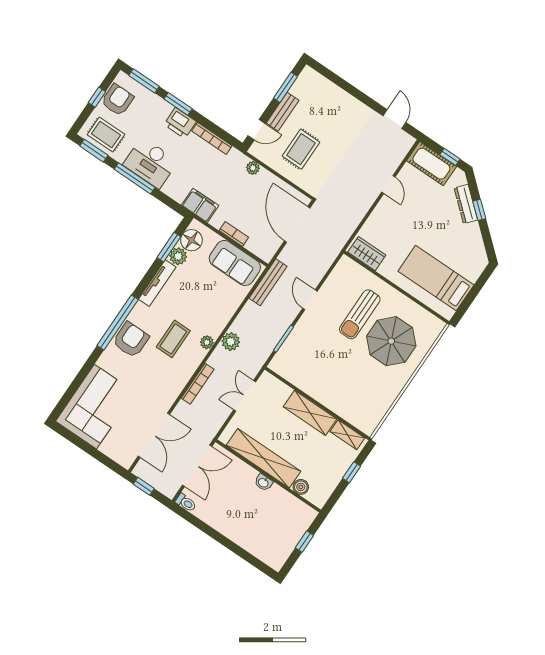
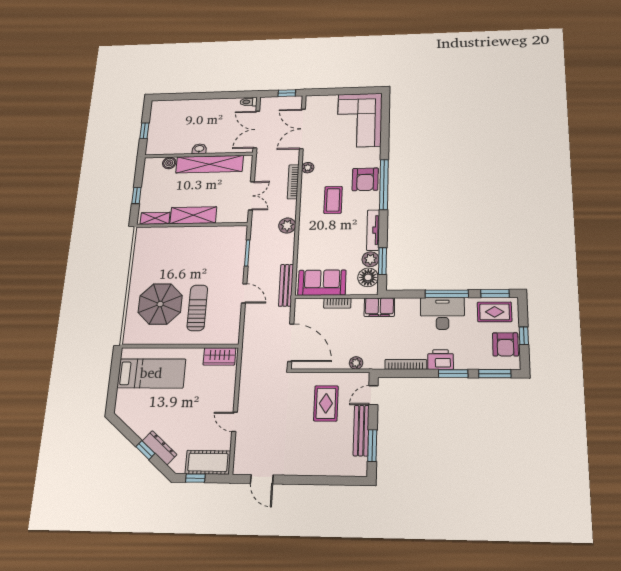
bench: (283, 112) -> (361, 431), width x1.36
plant: (207, 342) -> (308, 168), moved

